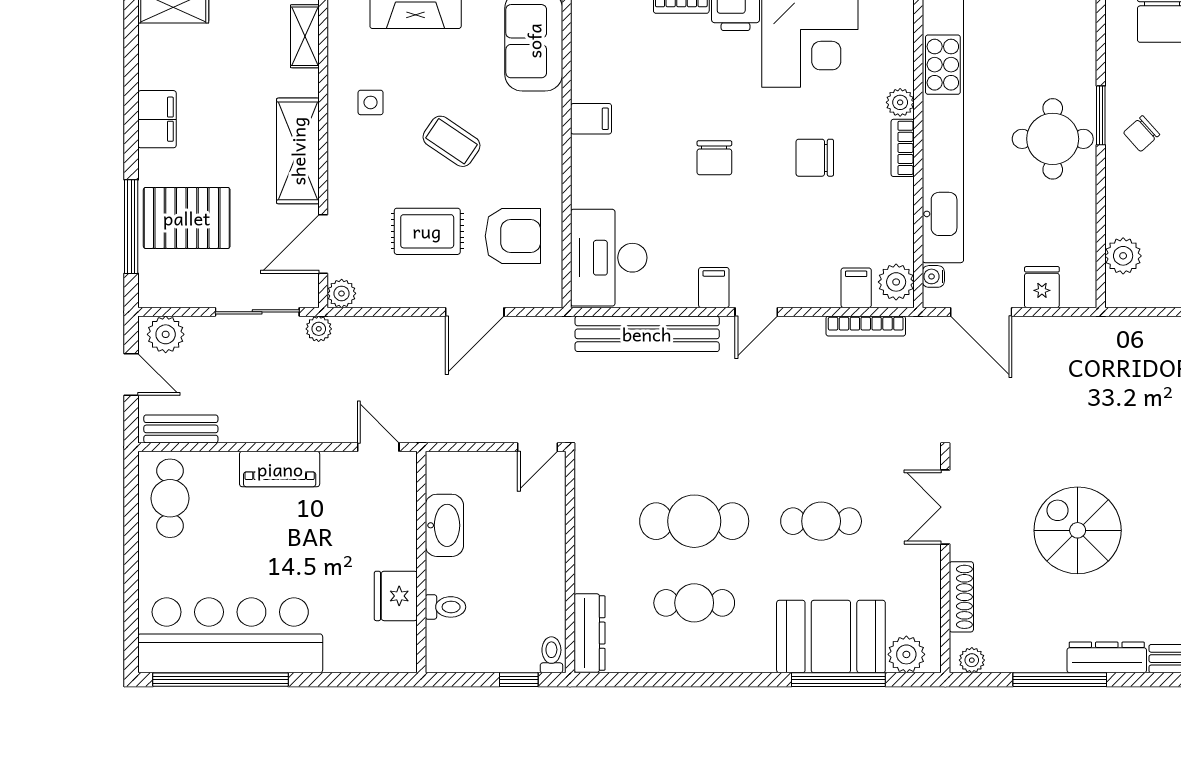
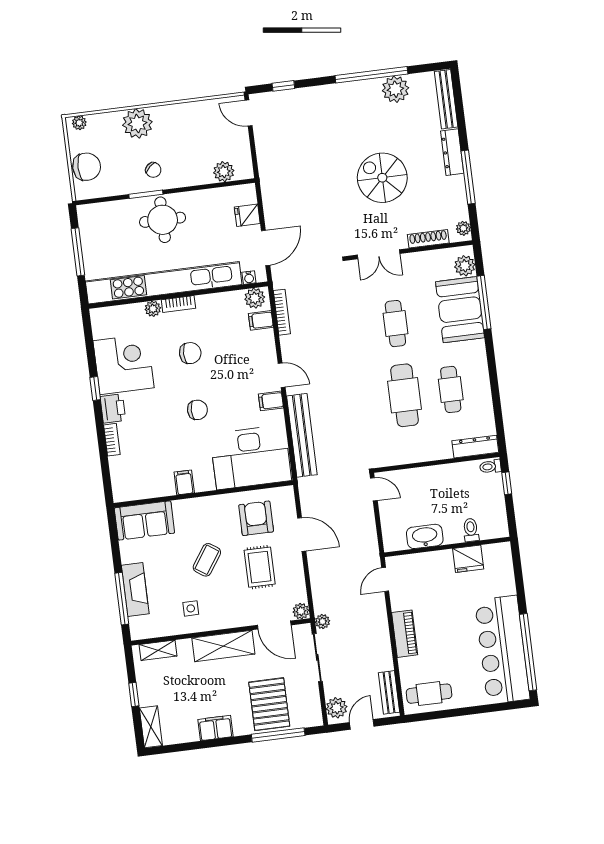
chair: (815, 158) -> (190, 353), turned -90
desk: (609, 258) -> (251, 457), width x1.36, depth x1.30
spiral stairs: (1078, 530) -> (382, 178), turned 90

